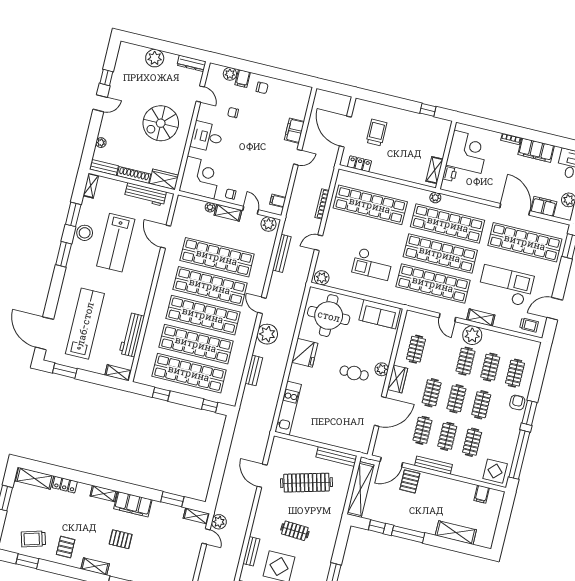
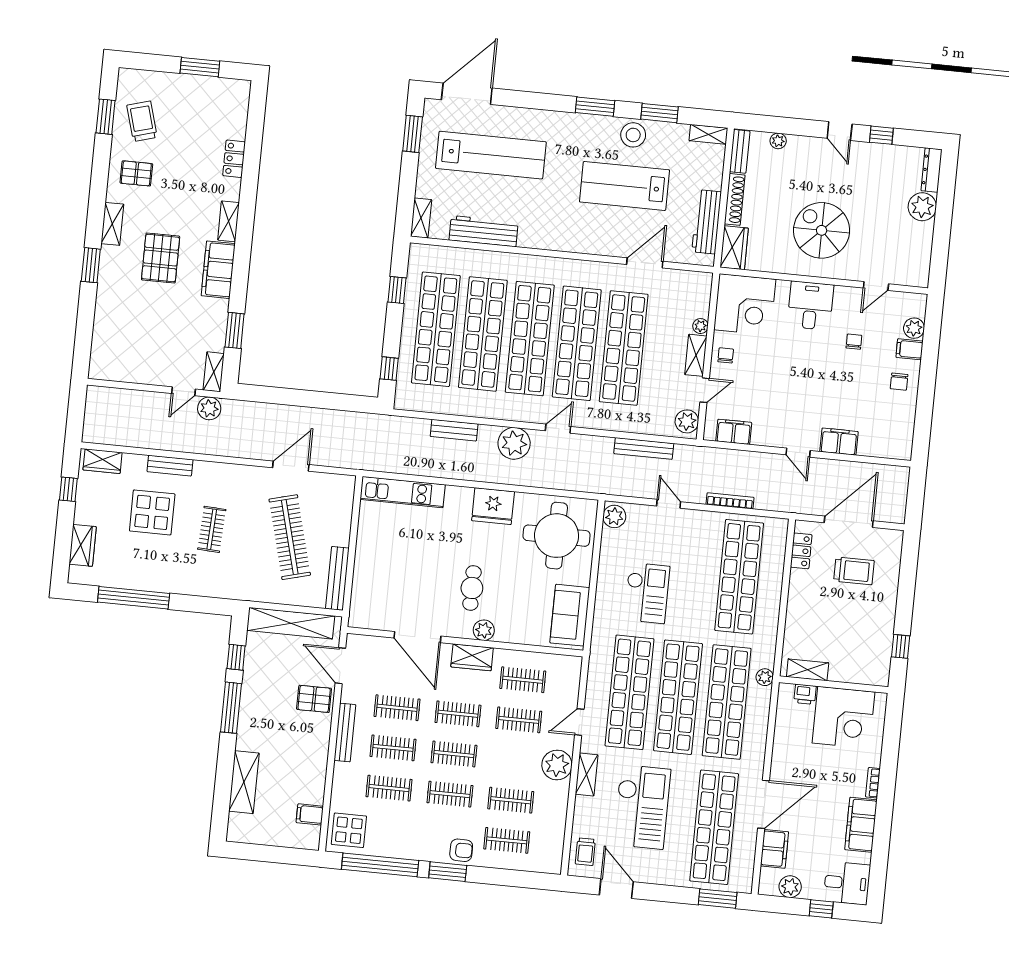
dresser: (192, 63) -> (932, 170), moved
filing cabinet: (278, 201) -> (734, 432), width x2.00
checkout: (372, 264) -> (647, 593), turned 180
clothes rail: (465, 361) -> (519, 720), moved
shelving: (35, 478) -> (237, 110), removed
pallet: (121, 539) -> (161, 258), width x1.50, depth x1.42

